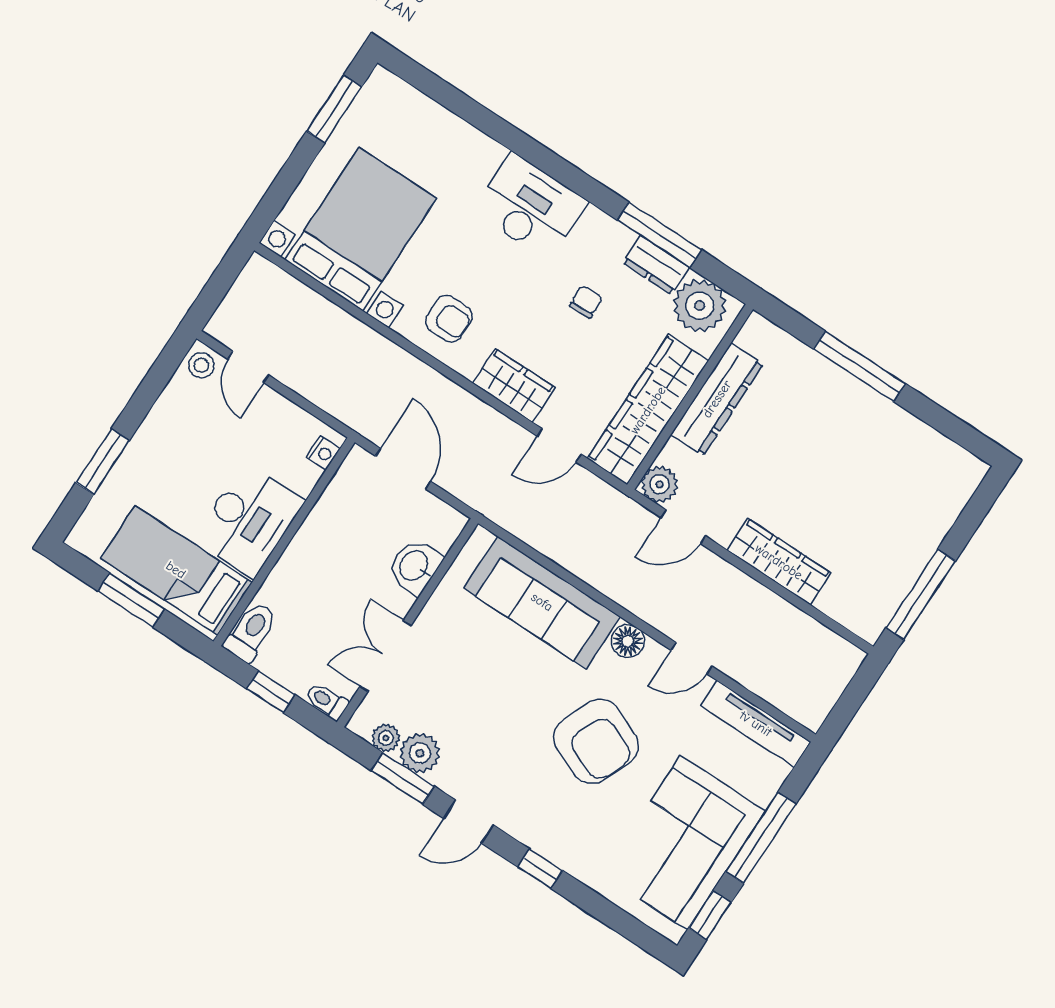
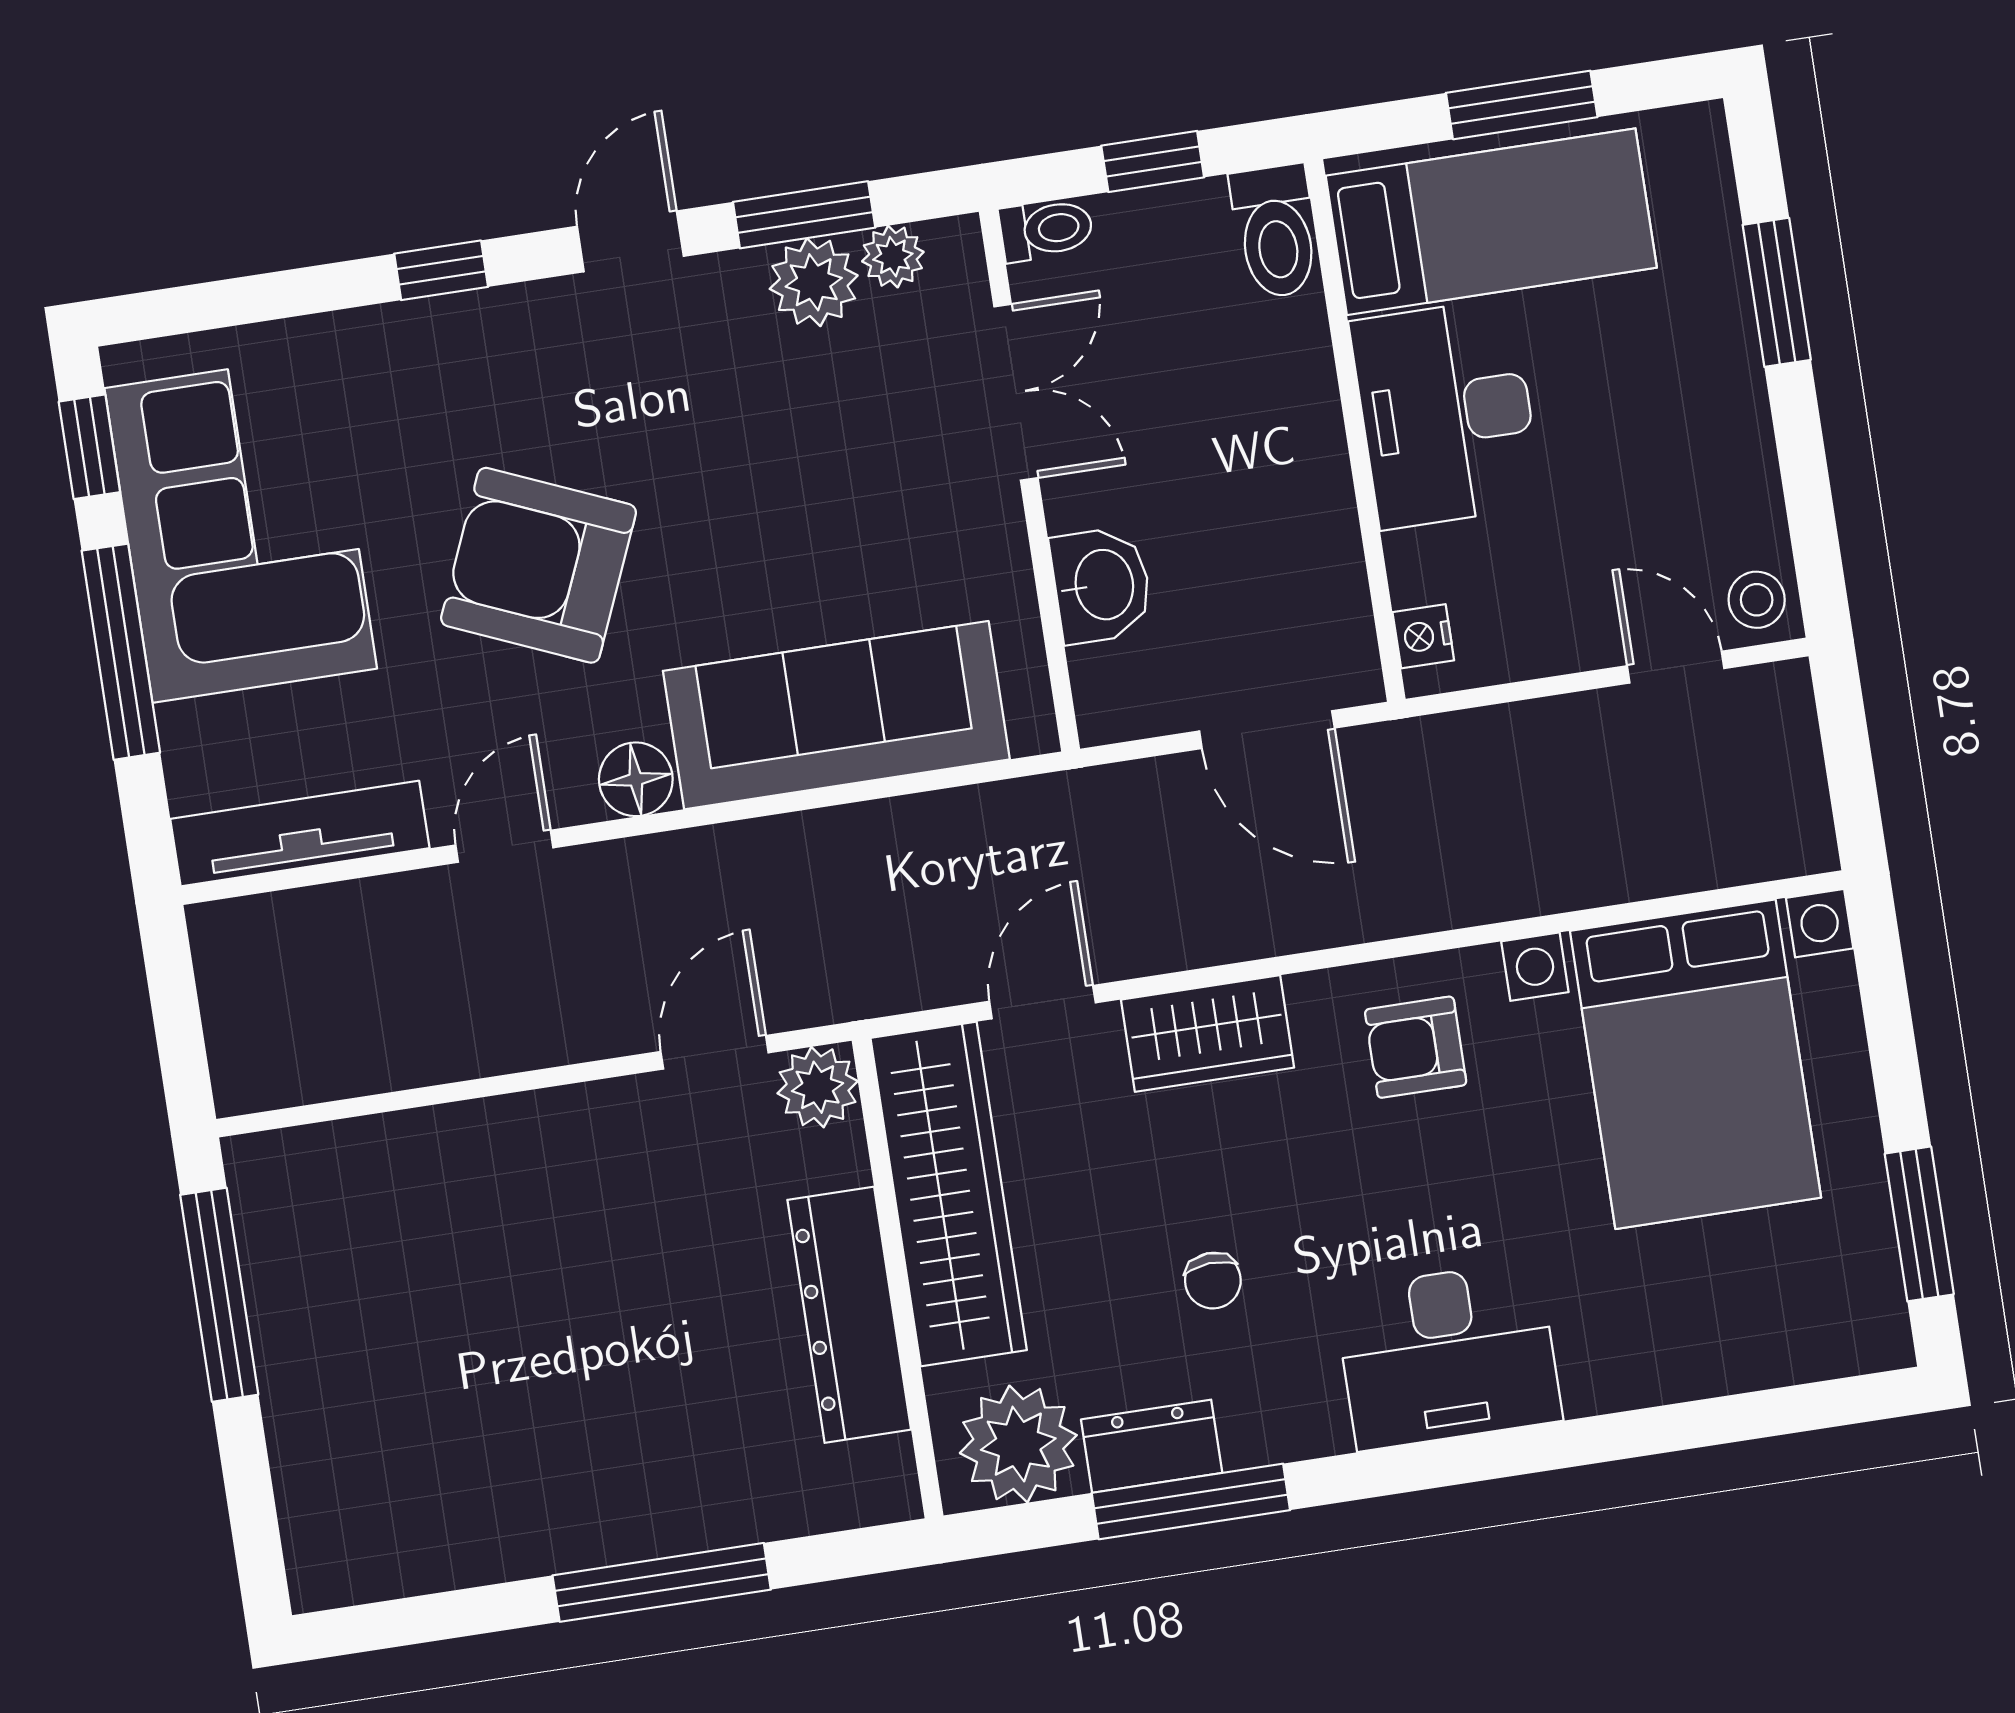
wardrobe: (779, 562) -> (504, 1137), removed

